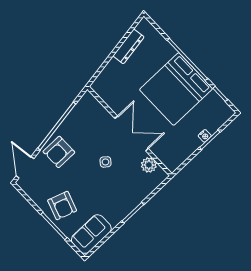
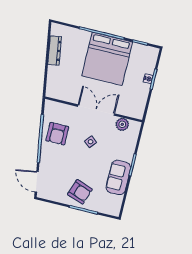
armchair: (59, 152) -> (57, 134), moved
sofa: (91, 234) -> (118, 178), moved

